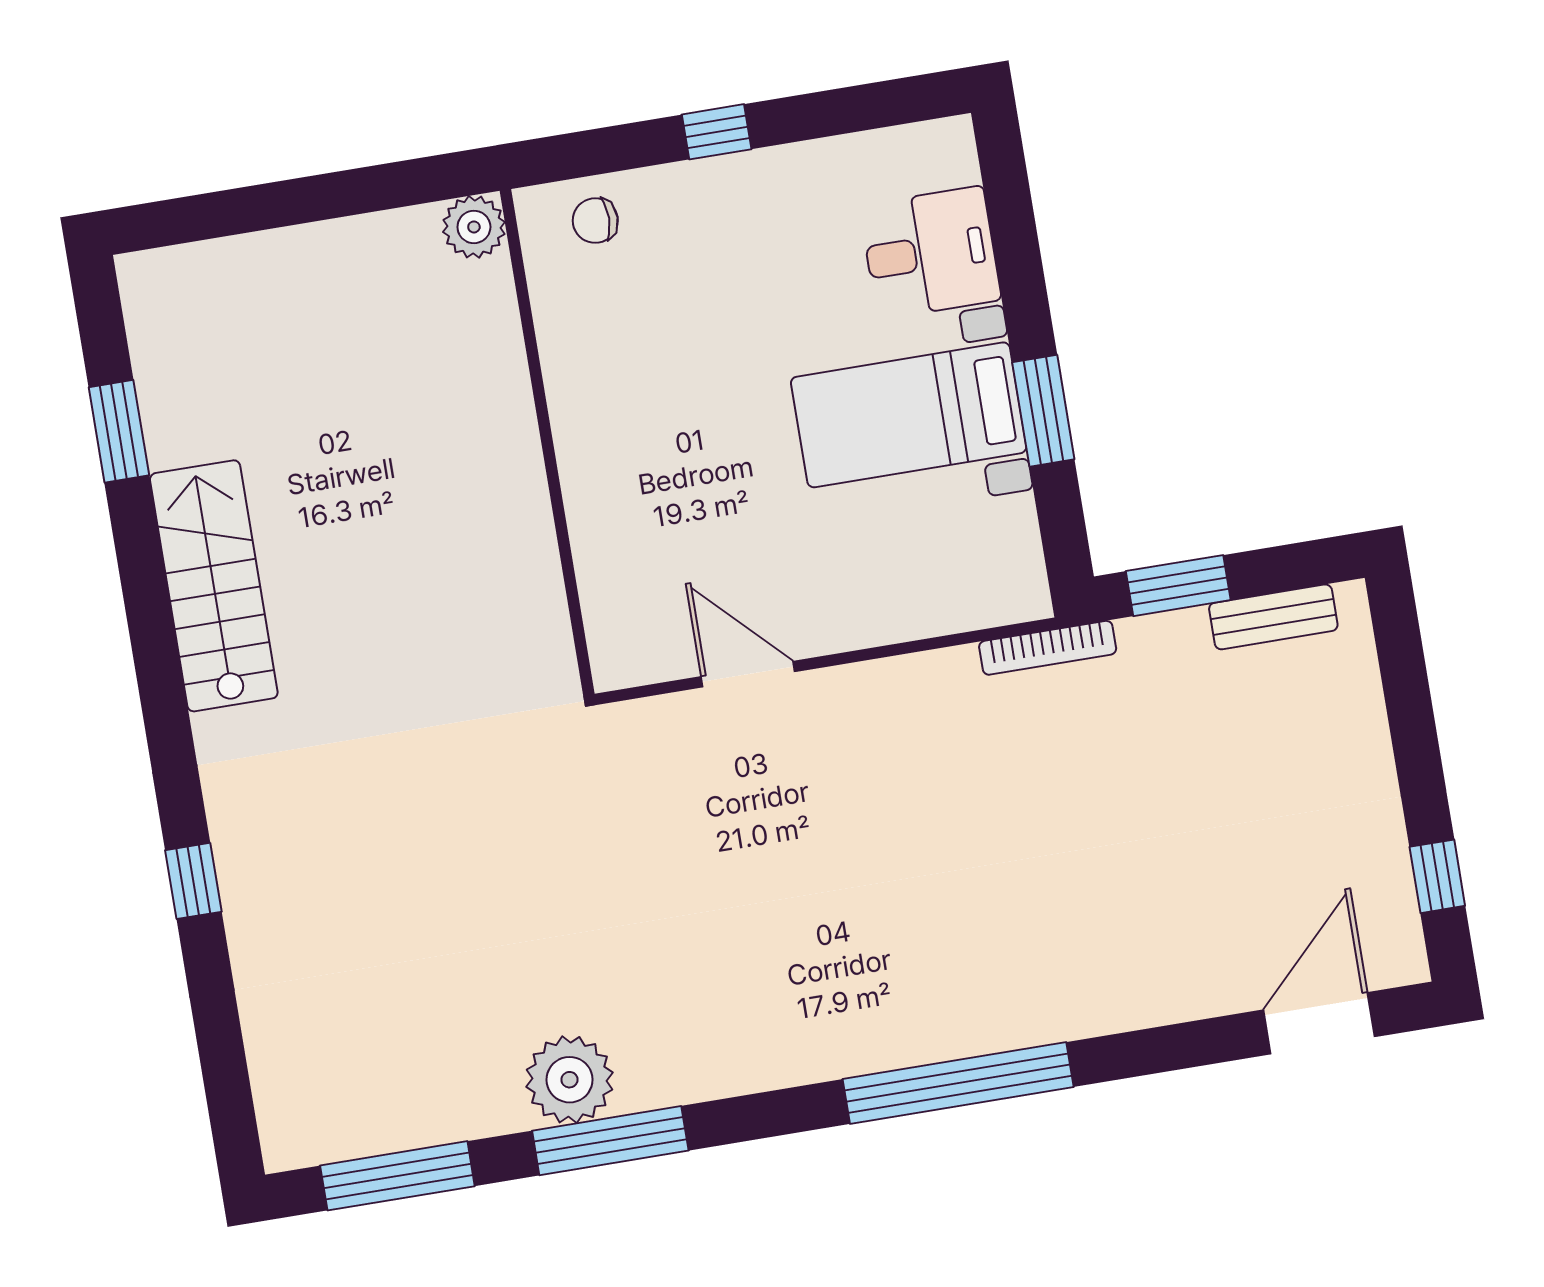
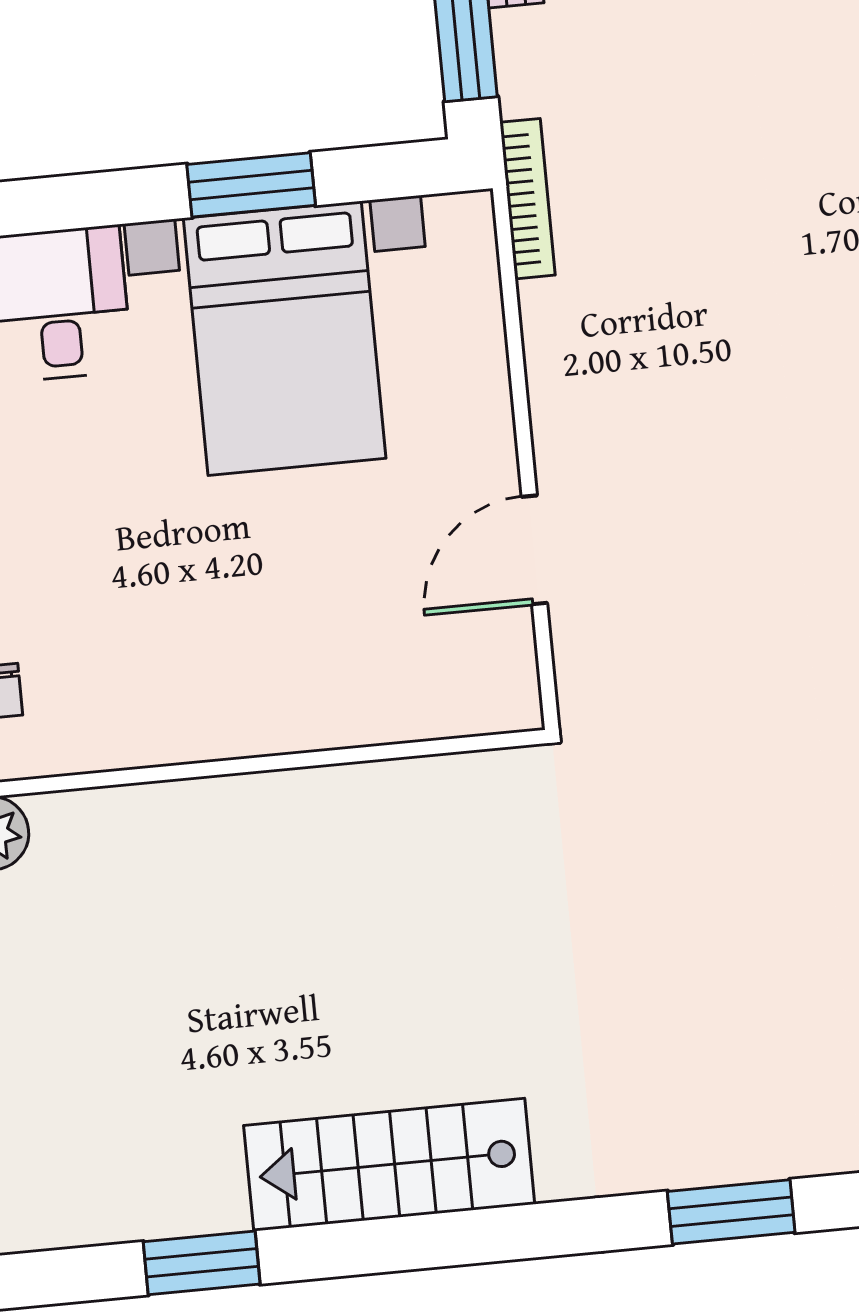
bed with nightstands: (909, 415) -> (285, 338), width x1.36
window: (193, 881) -> (731, 1212), width x1.50

